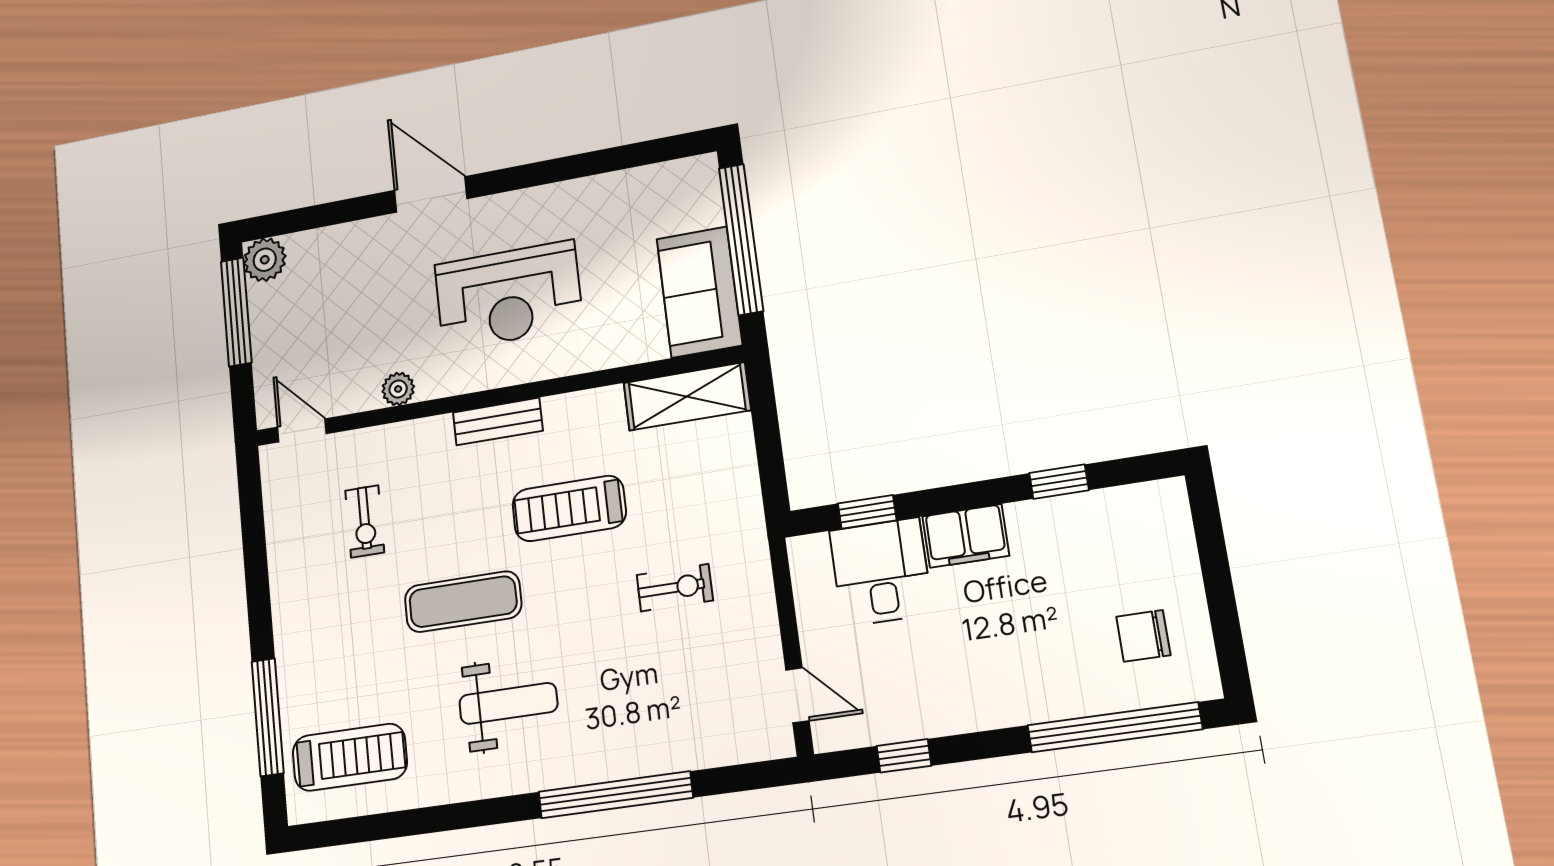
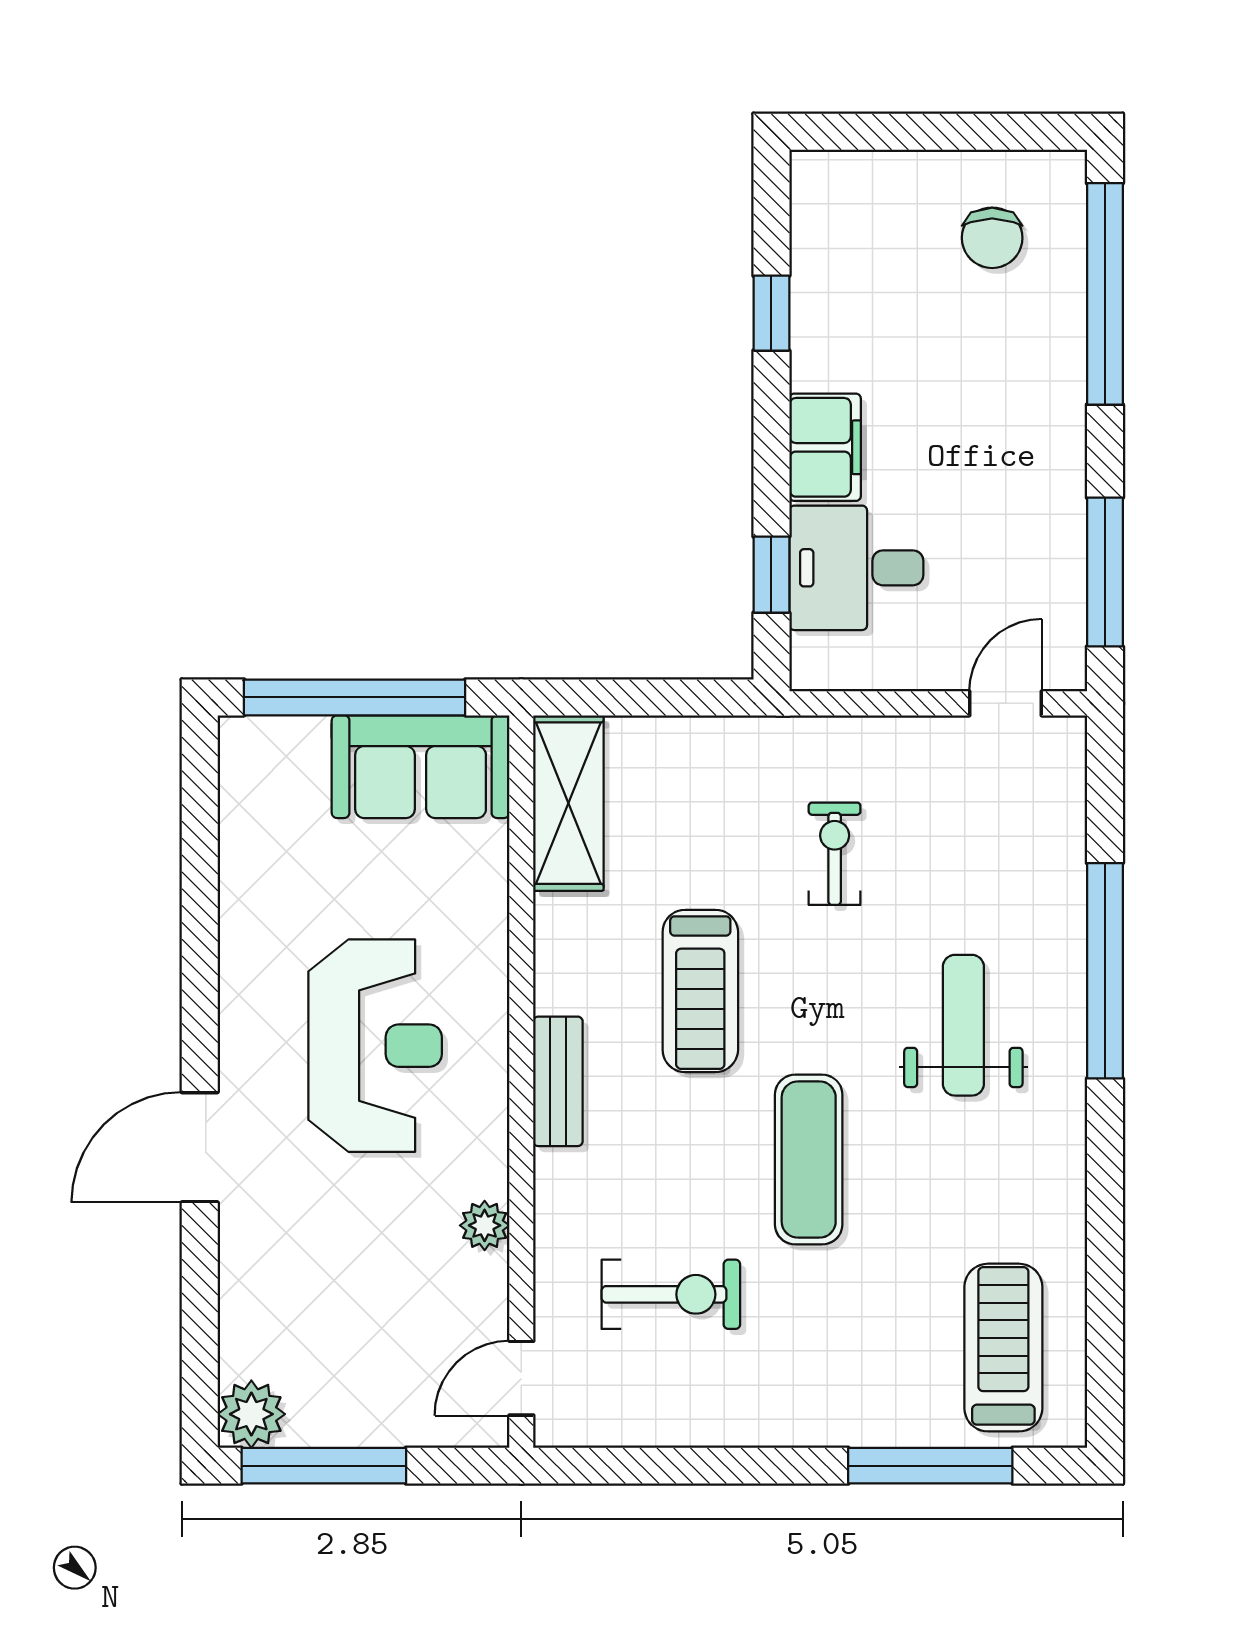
exercise bike: (365, 521) -> (671, 1294), width x1.38, depth x1.39
weight bench: (508, 703) -> (963, 1025), moved
window: (904, 756) -> (1105, 572), width x2.17

